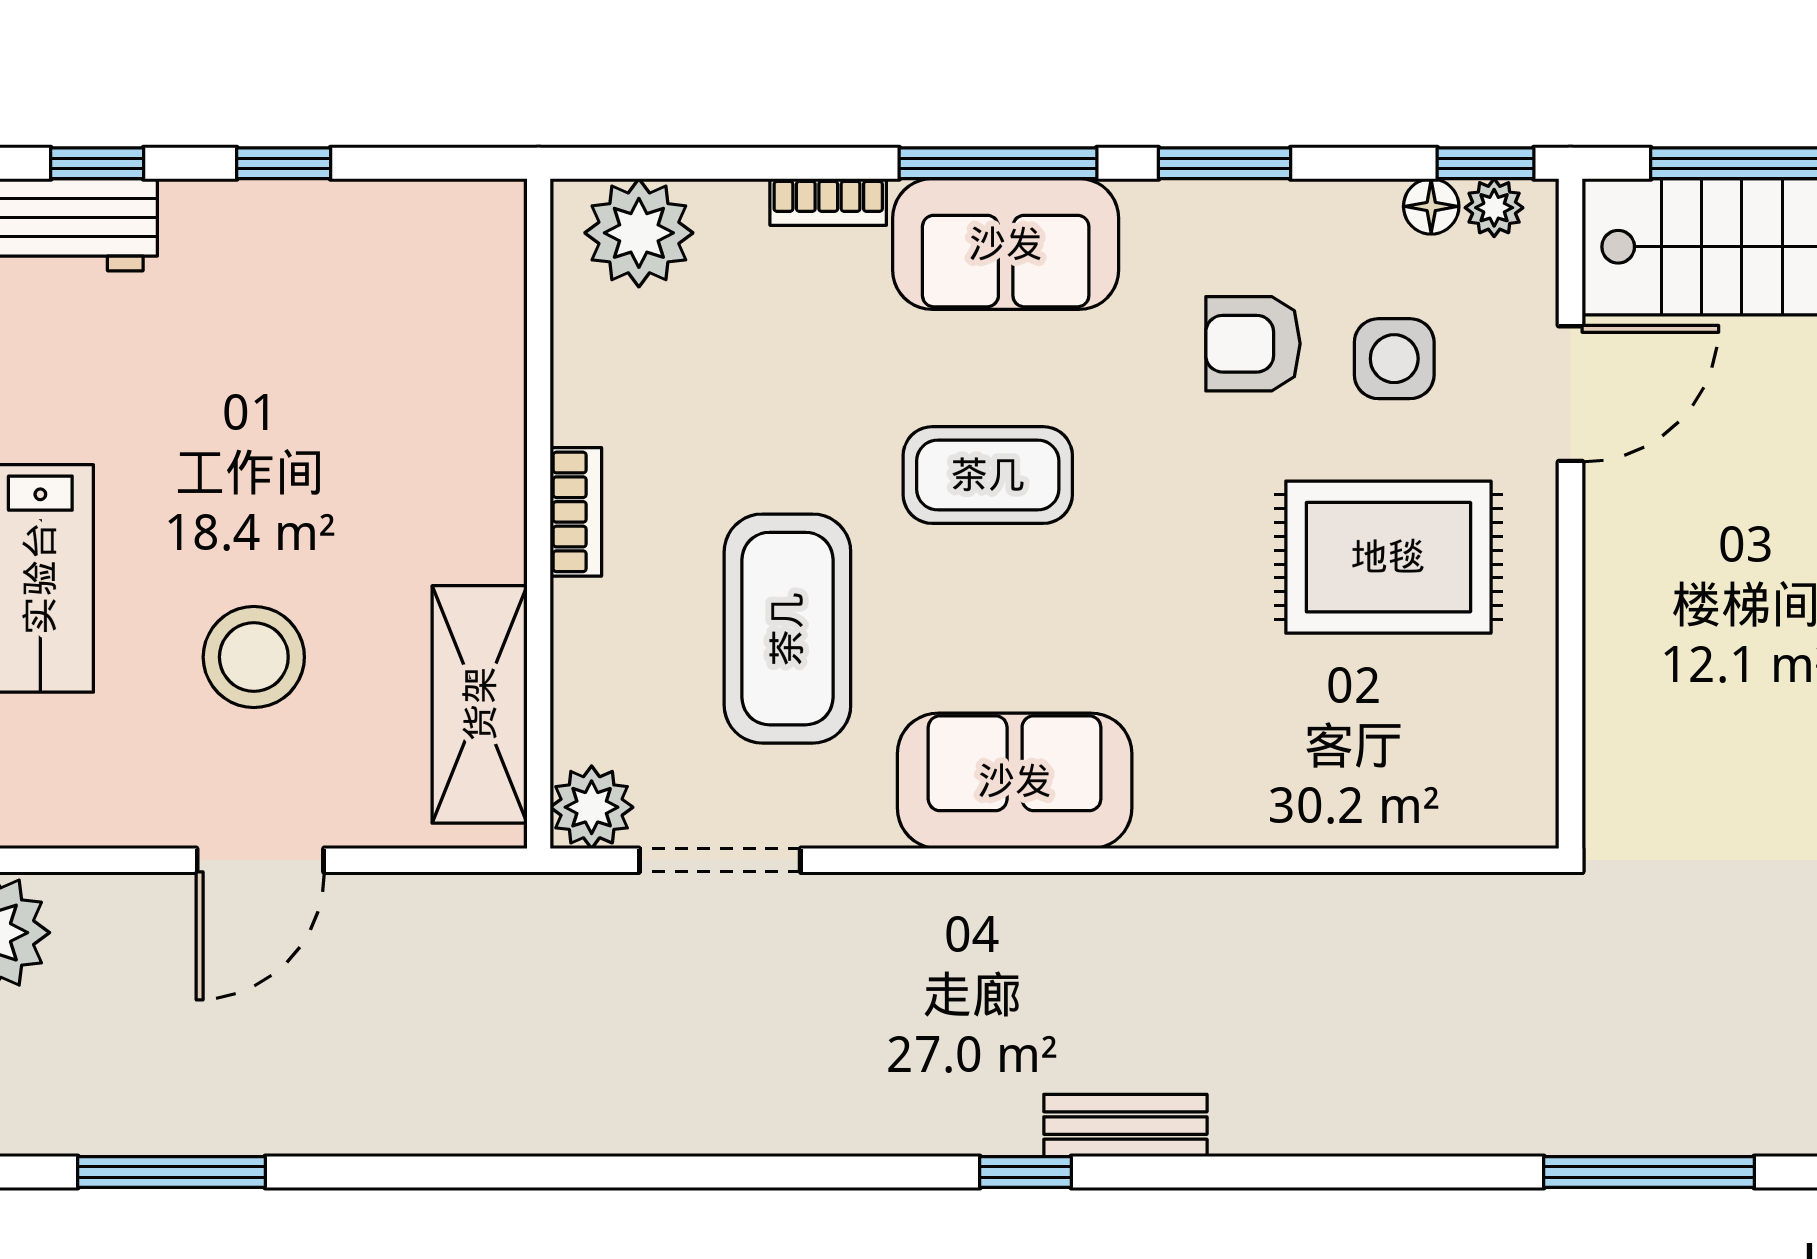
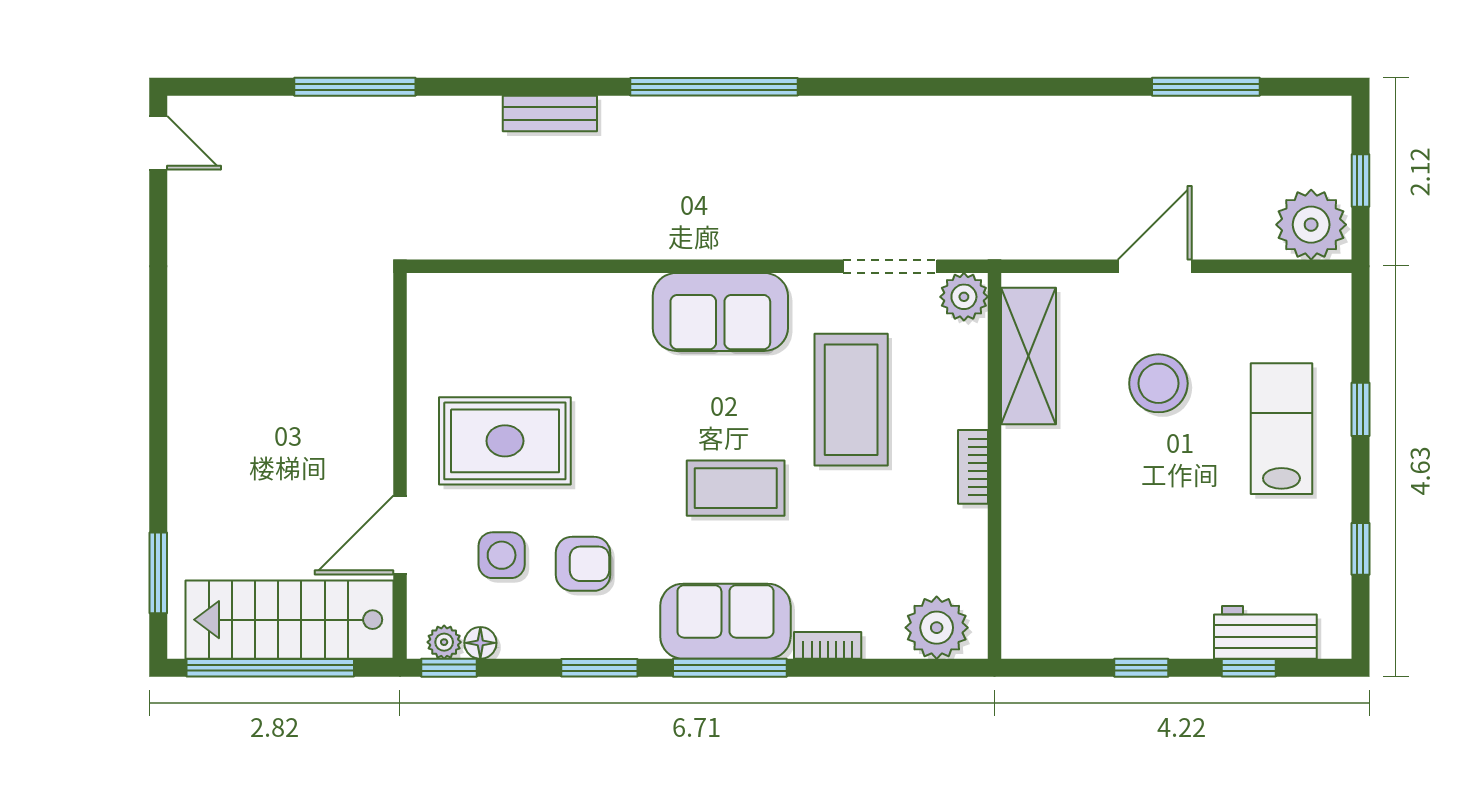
bench: (1125, 1126) -> (550, 113), moved
window: (1026, 1172) -> (714, 87), width x3.17

